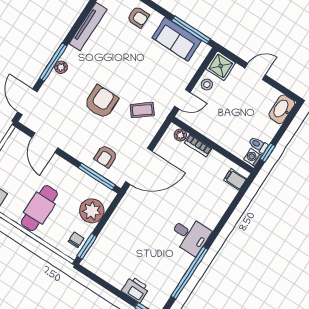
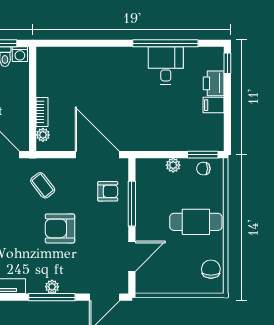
window: (97, 176) -> (132, 204), moved
filing cabinet: (235, 179) -> (214, 105), moved, turned 90
plant: (92, 211) -> (173, 165), width x0.53, depth x0.53
desk: (190, 235) -> (166, 65), moved

